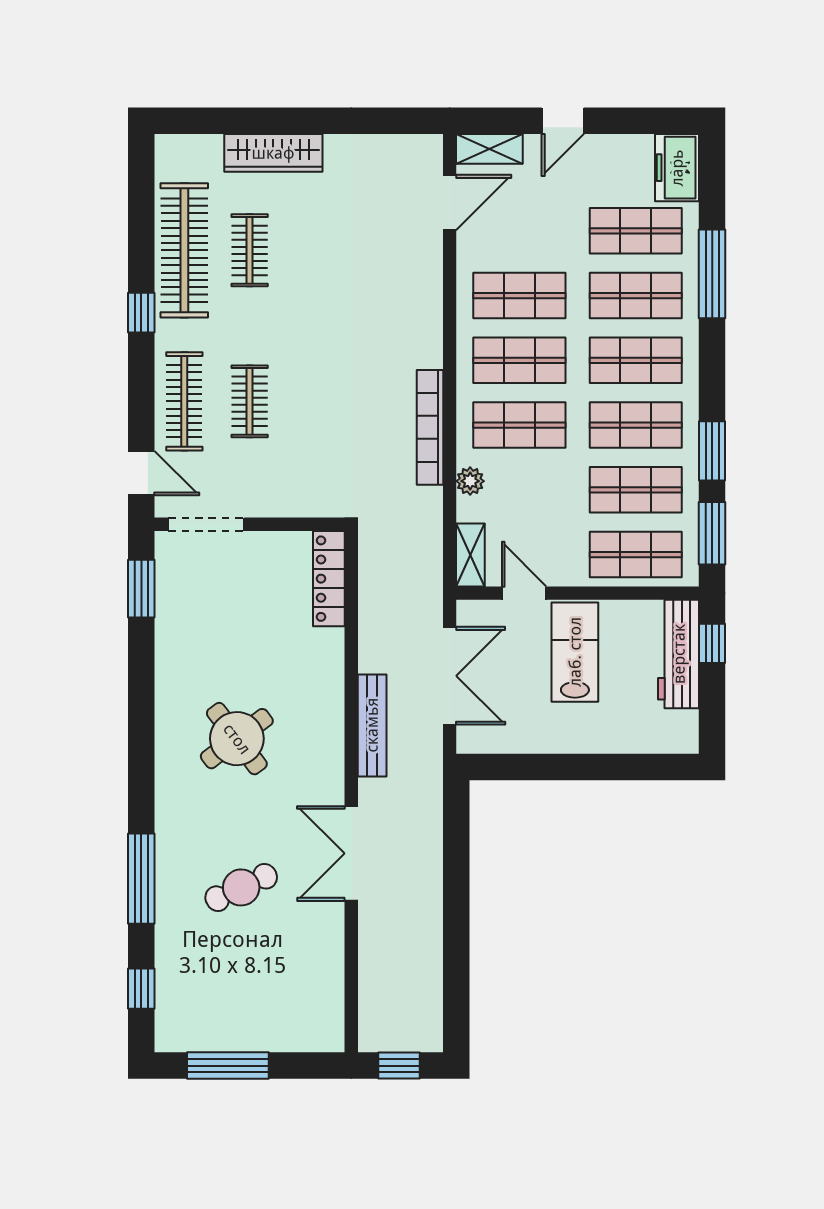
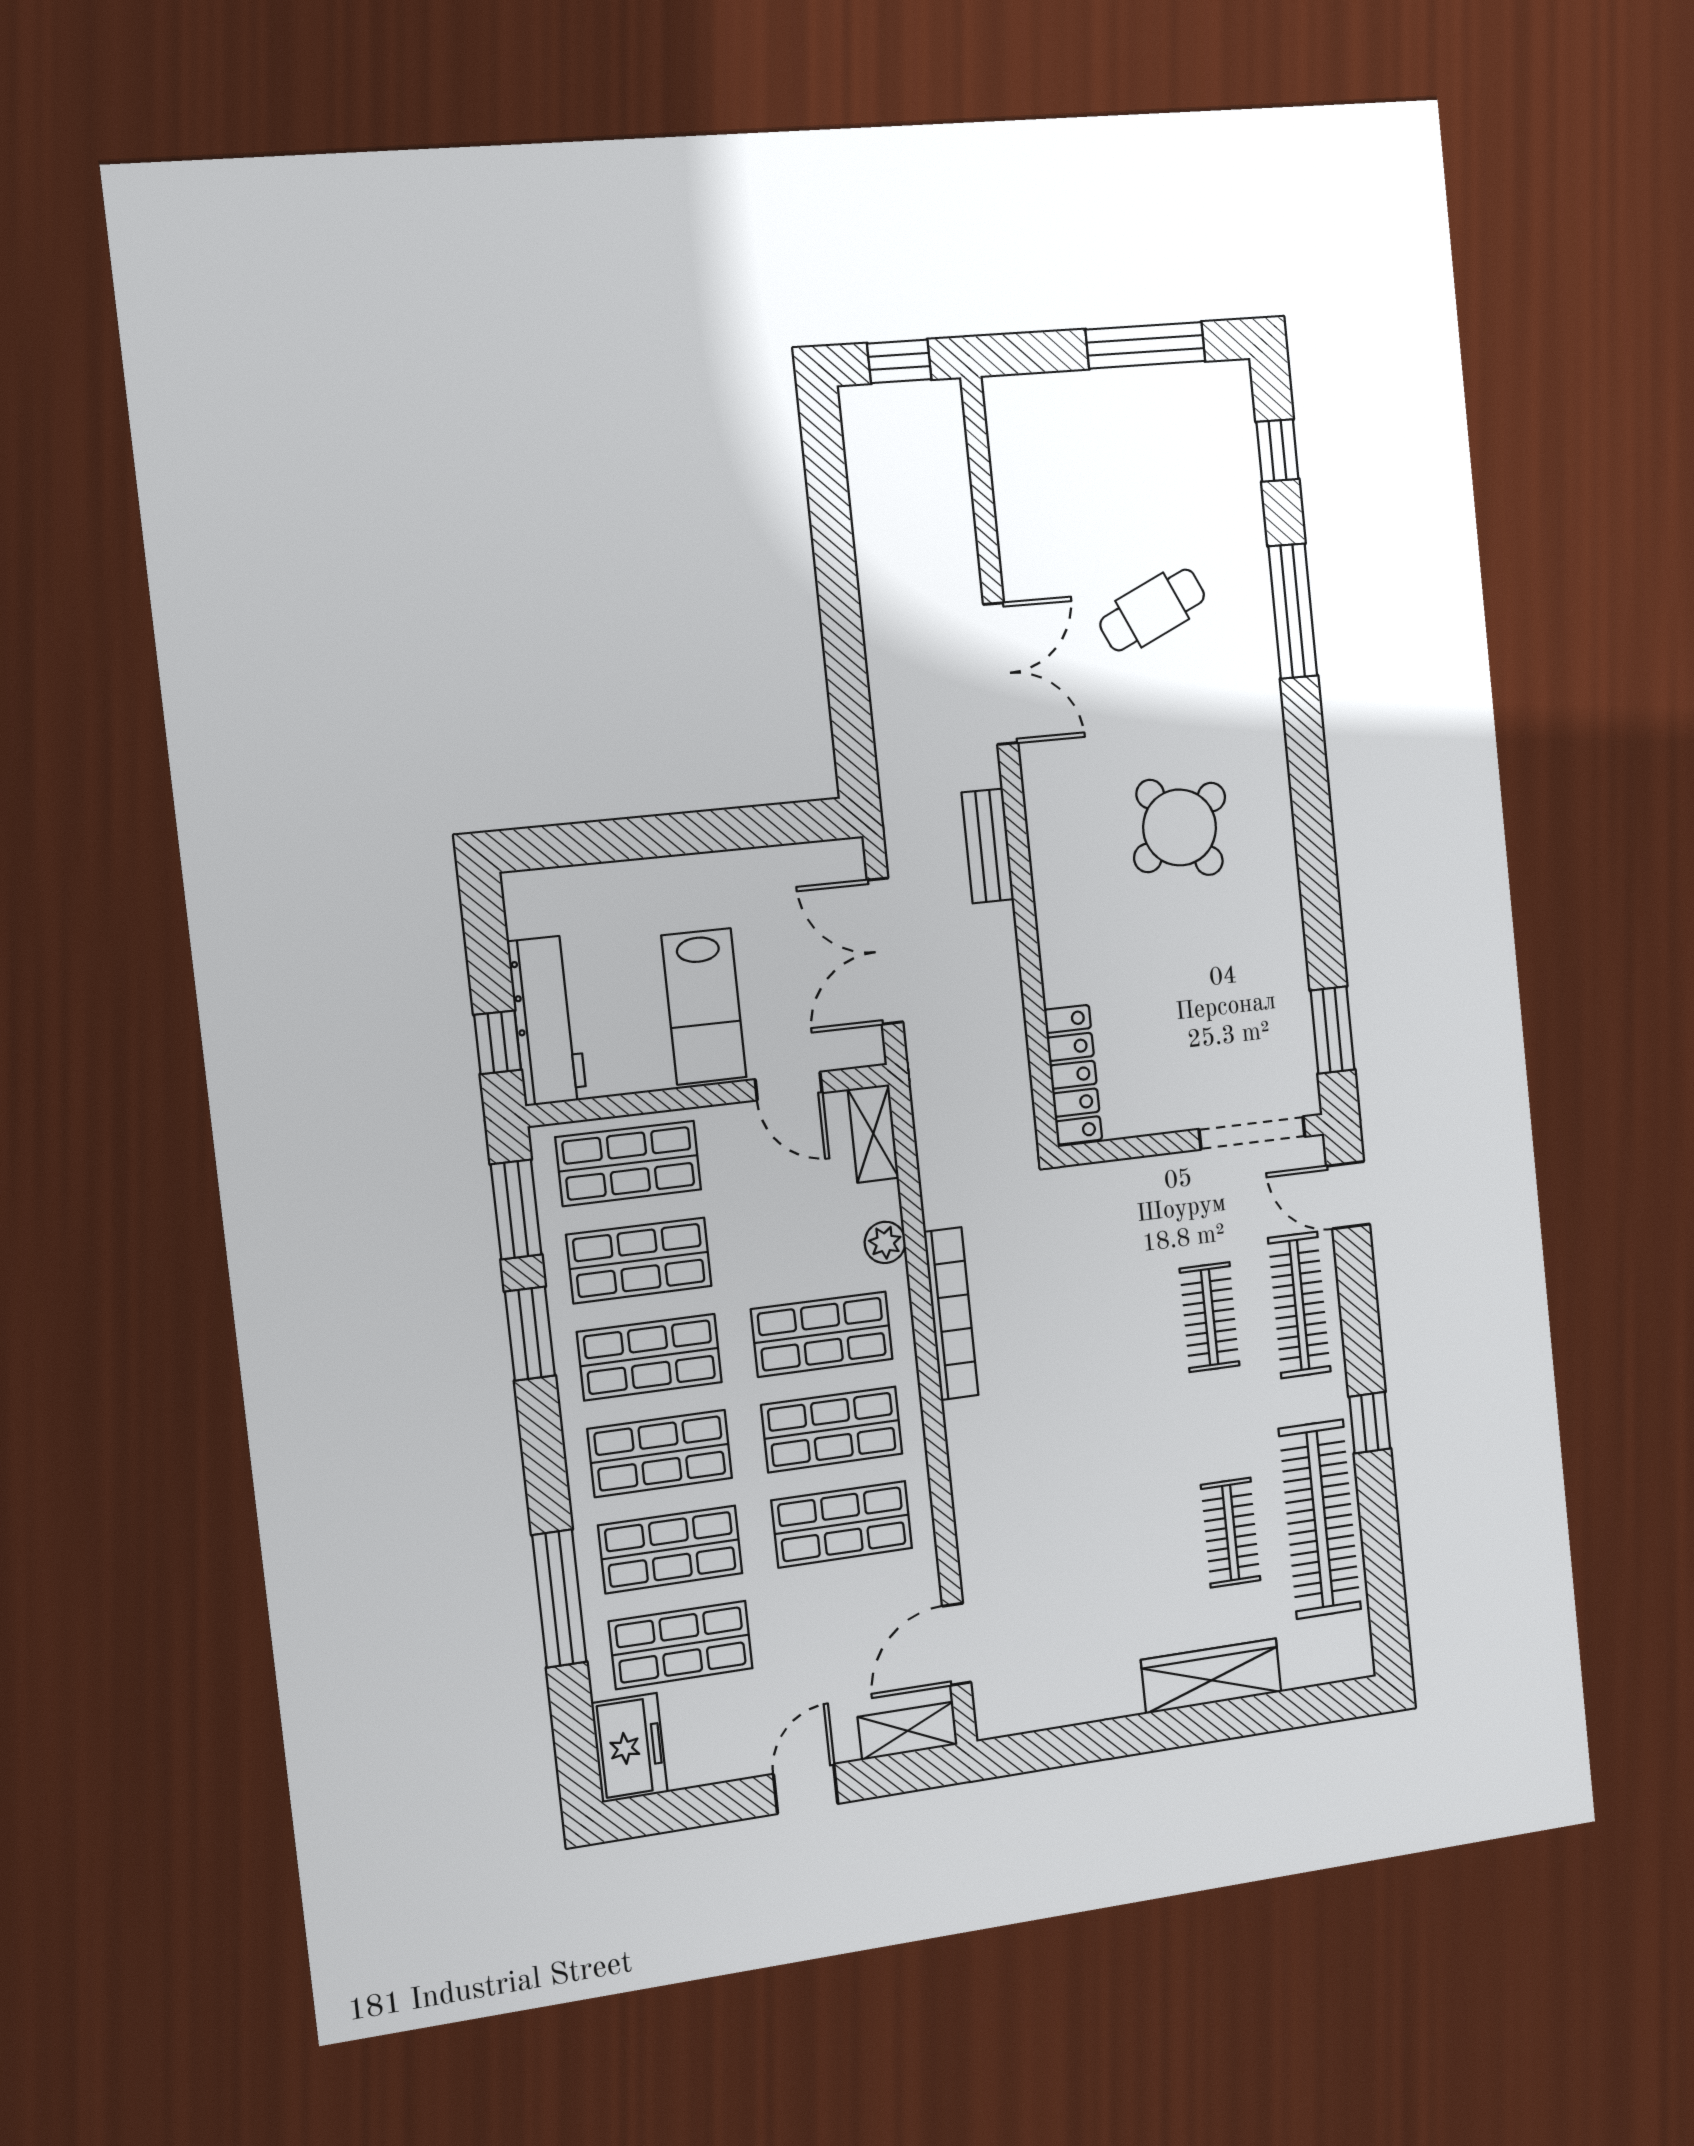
bench: (372, 725) -> (988, 846), width x0.73

